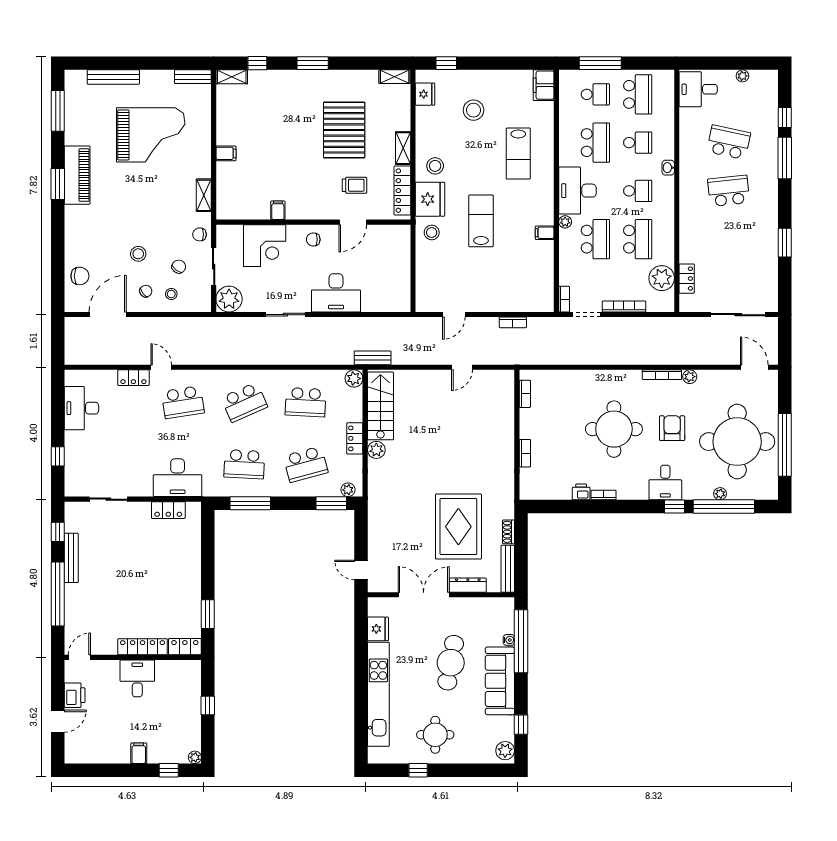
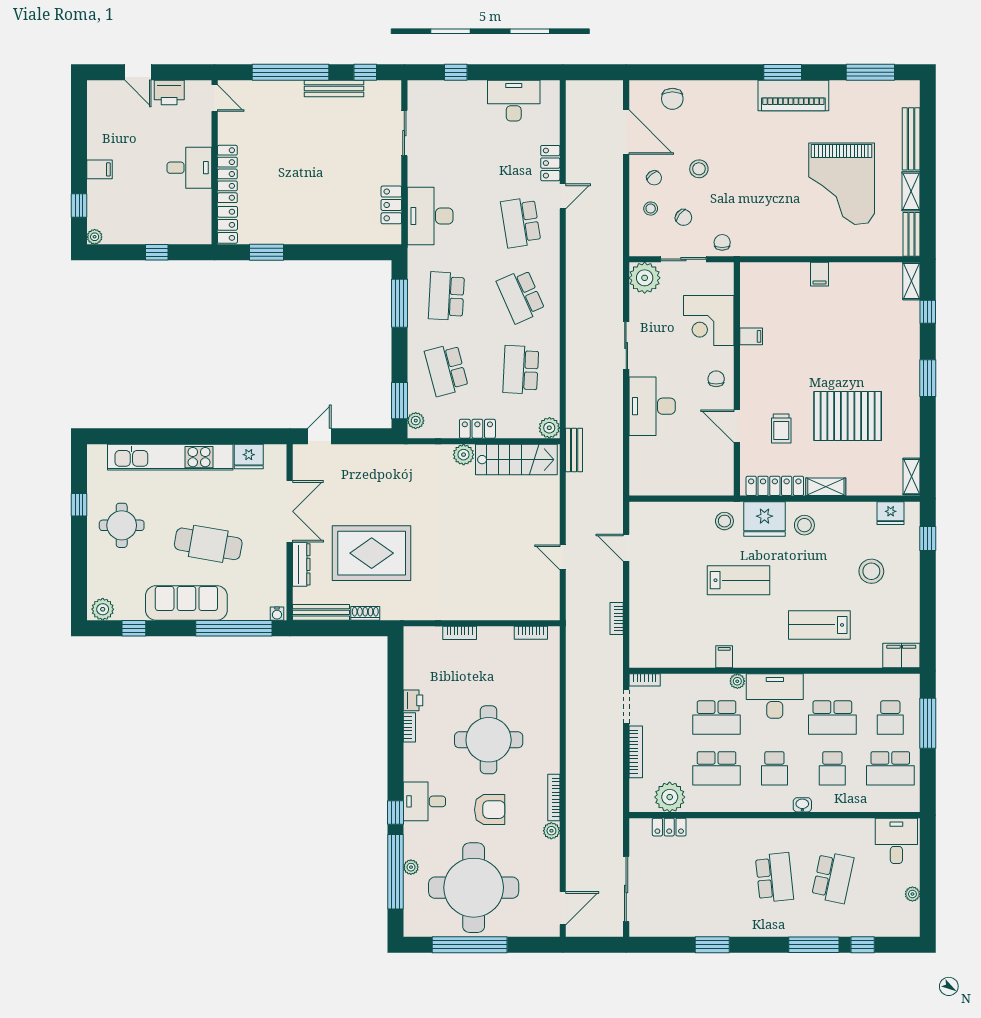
shelving: (204, 195) -> (911, 191), moved, turned 90
water cooler: (509, 640) -> (277, 614), moved

